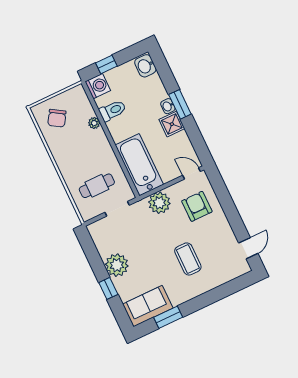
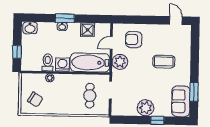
washing machine: (98, 86) -> (62, 65), moved
shower: (172, 124) -> (87, 30), moved
door: (192, 173) -> (111, 43), moved

